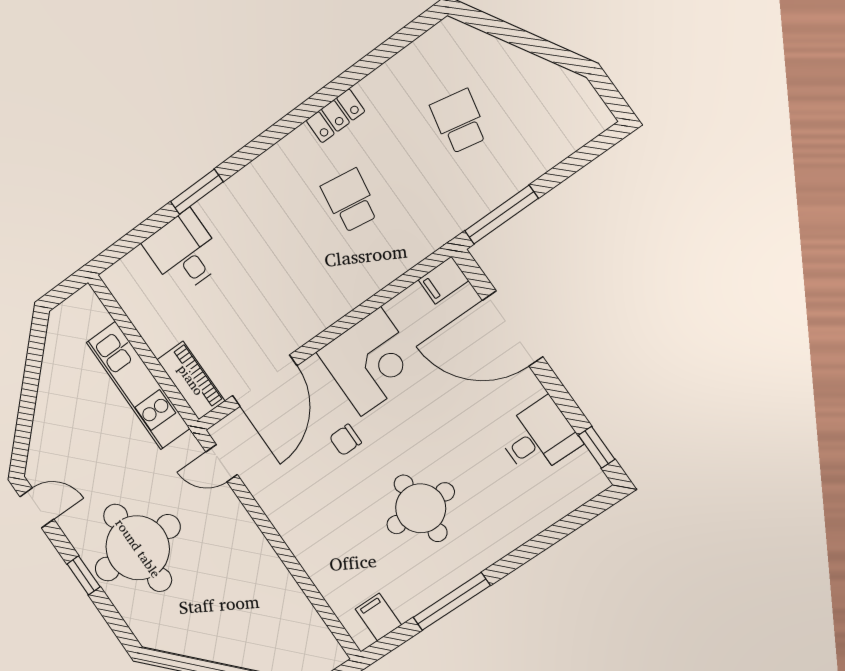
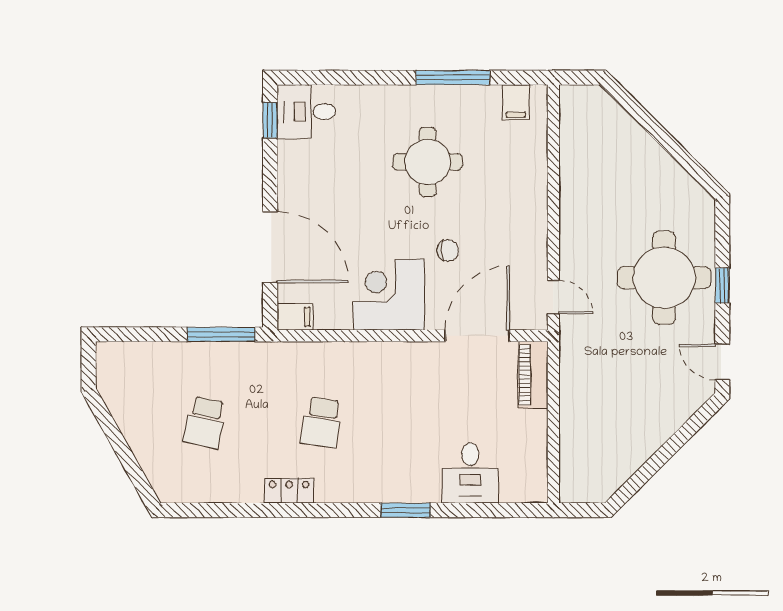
window: (197, 192) -> (406, 510), moved
kitchen unit: (138, 385) -> (576, 399), removed
desk: (539, 438) -> (306, 112), moved

